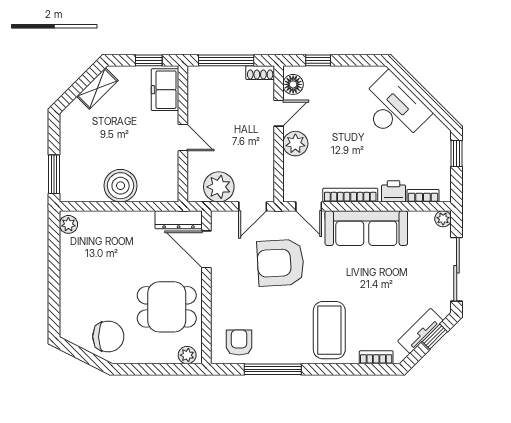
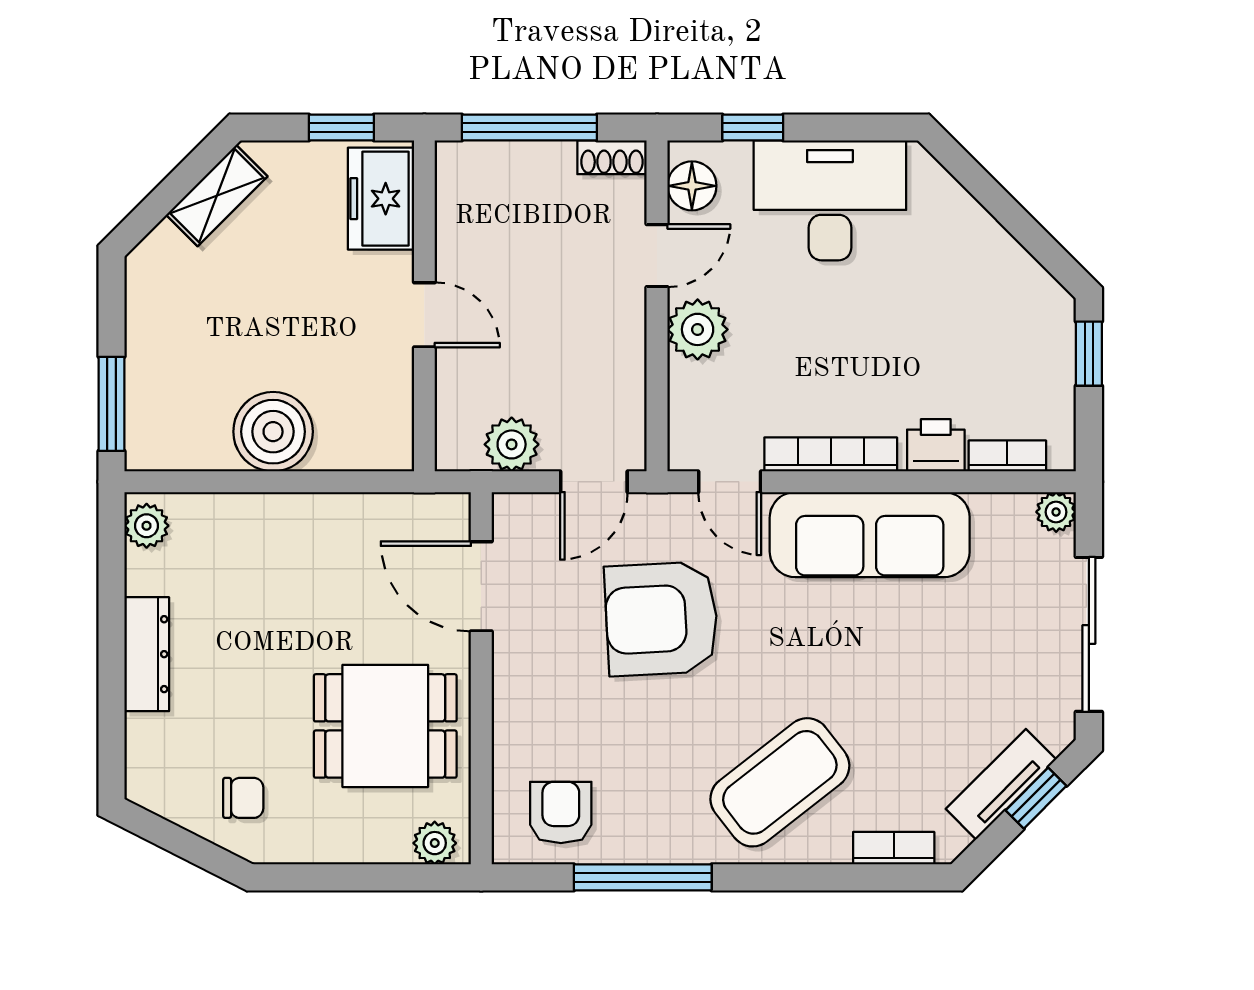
desk: (394, 108) -> (830, 200), moved, turned -45
plant: (219, 187) -> (512, 444), width x0.73, depth x0.73
dresser: (179, 220) -> (147, 654), moved, turned -90
coffee table: (329, 330) -> (780, 782), turned 52
chair: (108, 337) -> (243, 798), width x0.54, depth x0.54

